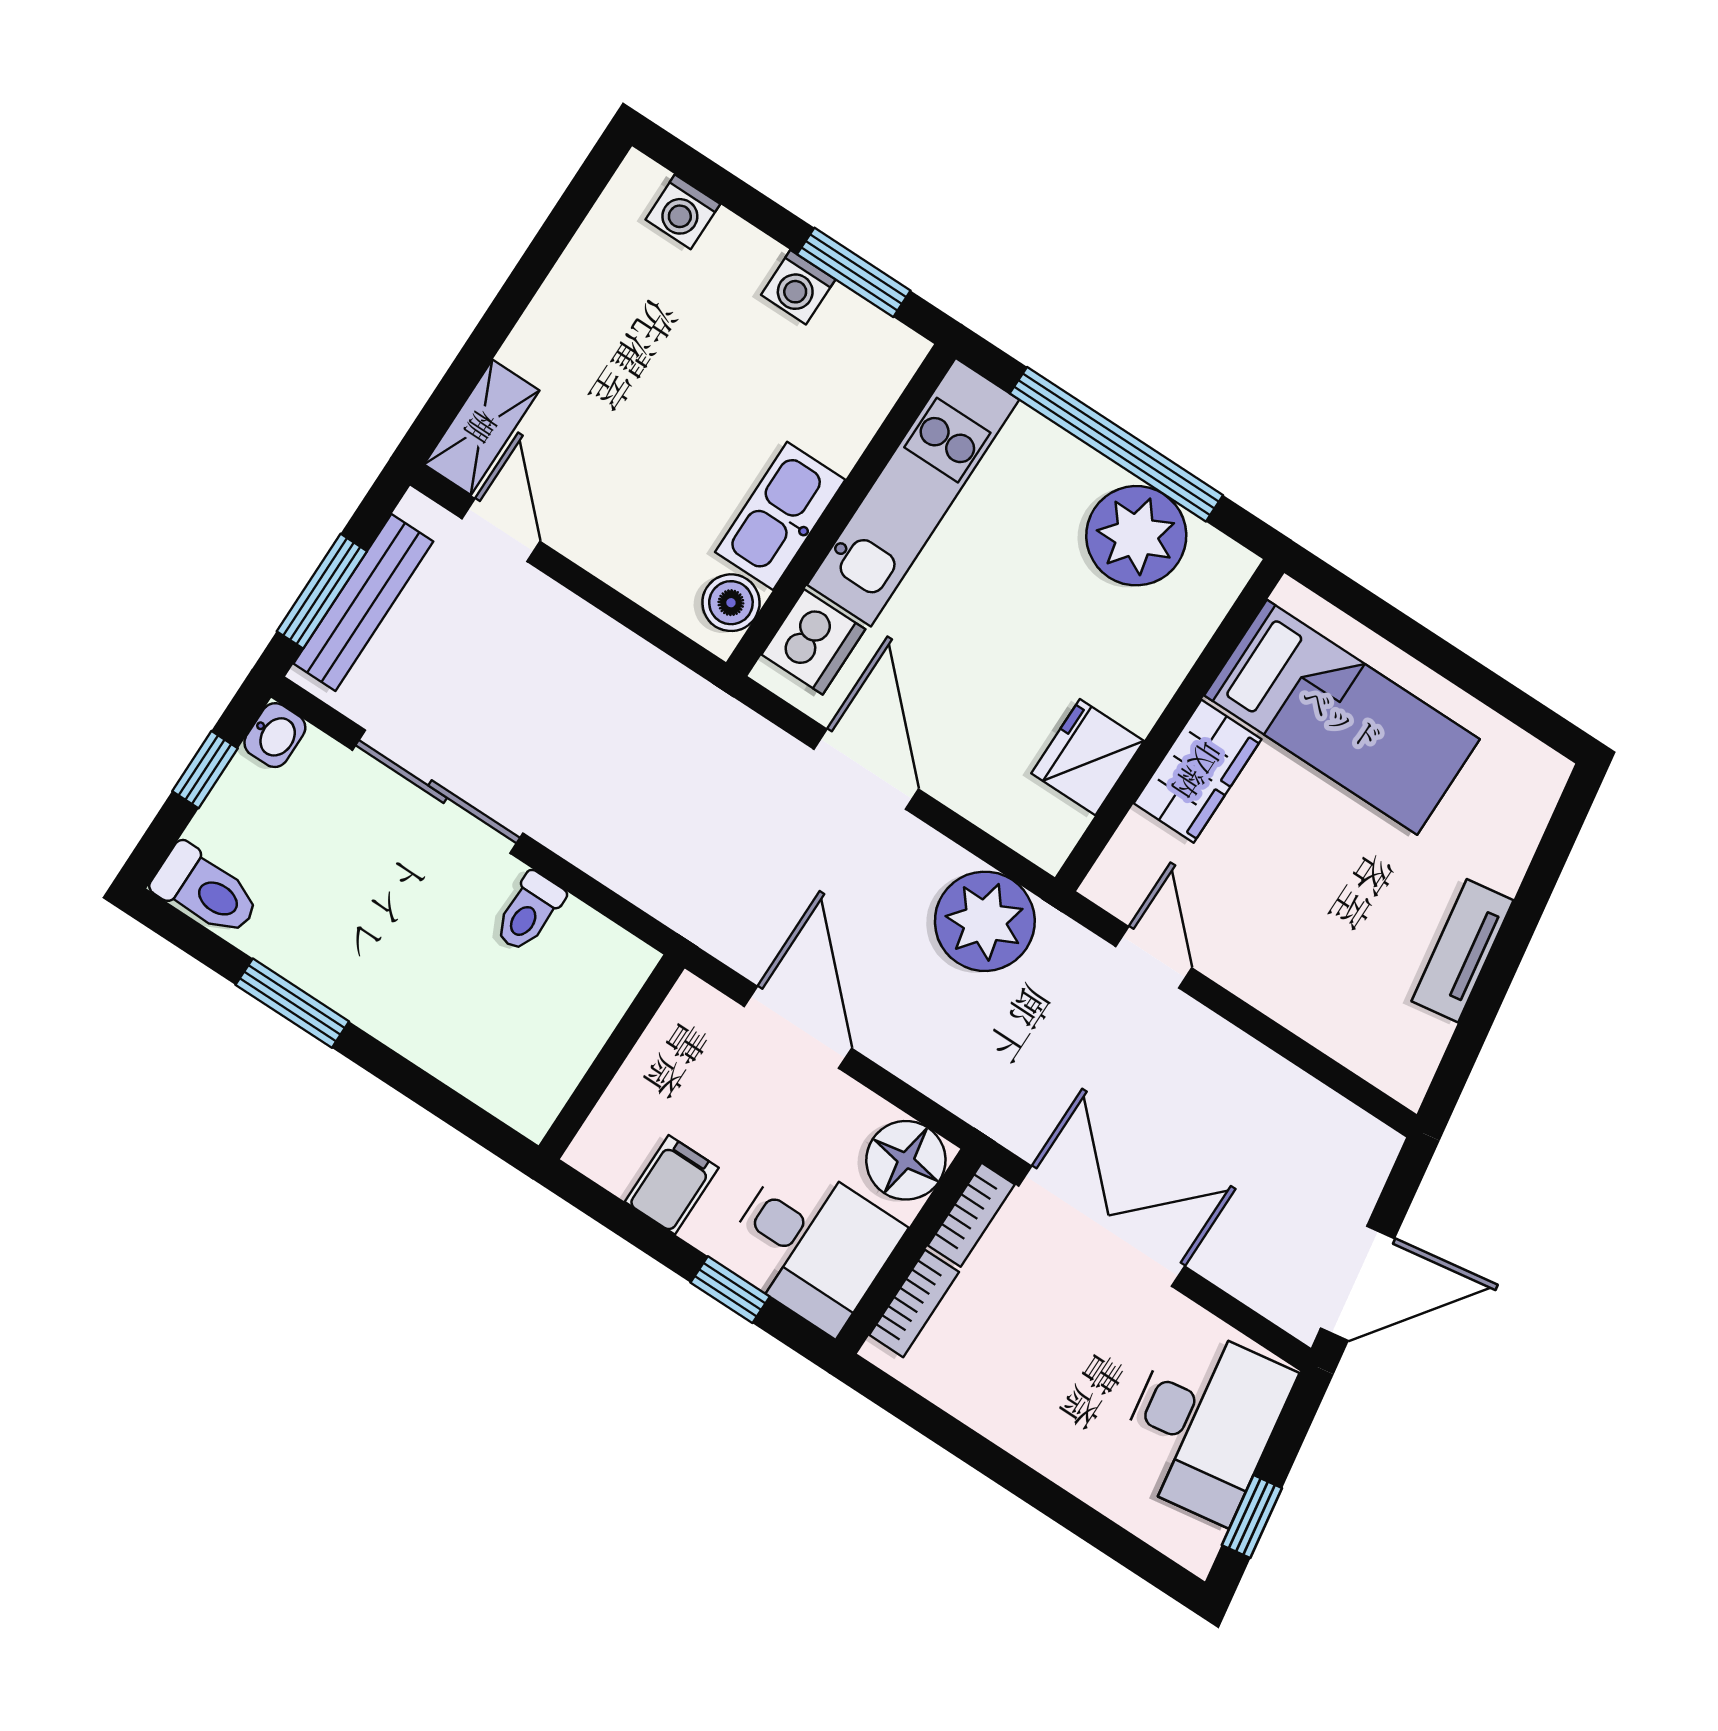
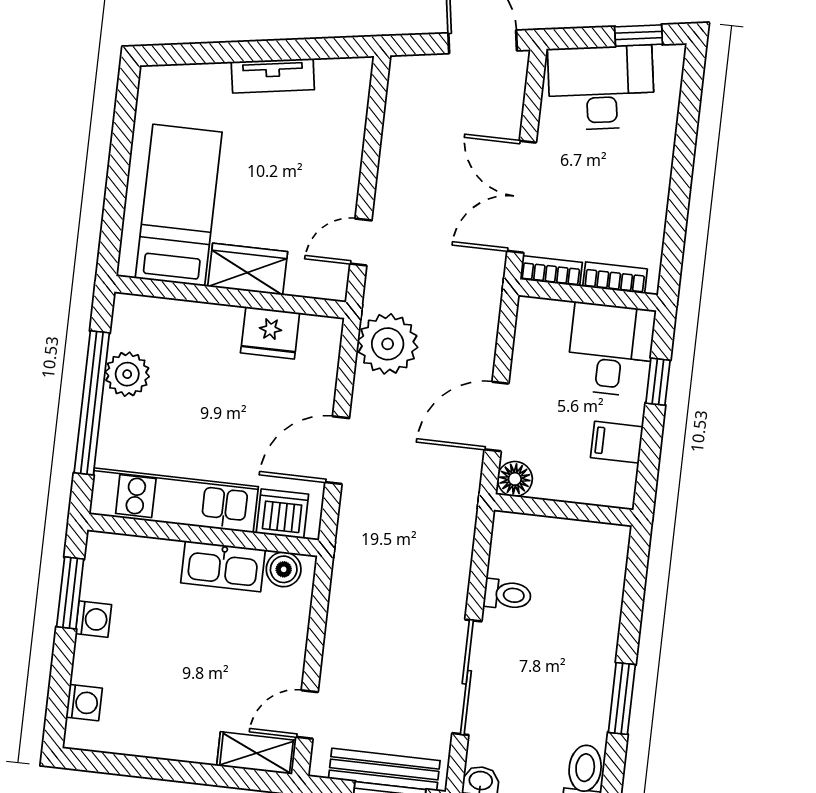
plant: (1136, 536) -> (127, 374), width x0.73, depth x0.73
floor lamp: (906, 1160) -> (515, 479), moved, width x0.73, depth x0.73

